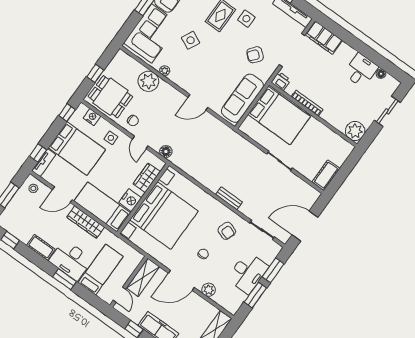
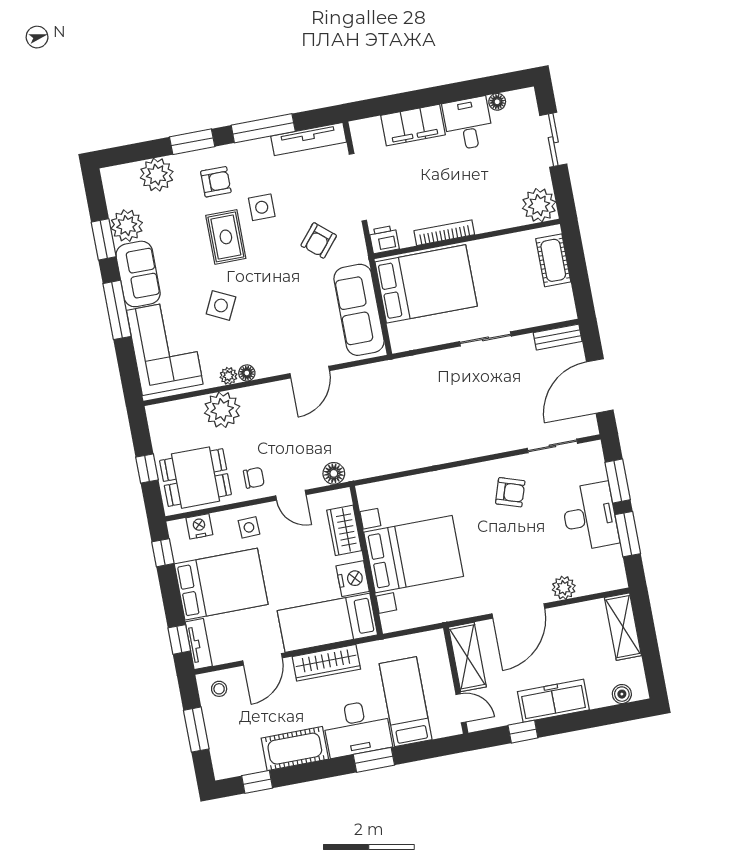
filing cabinet: (324, 38) -> (413, 125), moved
floor lamp: (173, 77) -> (247, 373), added
cot: (326, 175) -> (553, 260), moved
bench: (229, 198) -> (558, 337), moved
bed with nightstands: (164, 215) -> (414, 554), width x0.73
cot: (41, 247) -> (295, 749), width x1.37, depth x1.34
chair: (203, 254) -> (511, 551), removed

